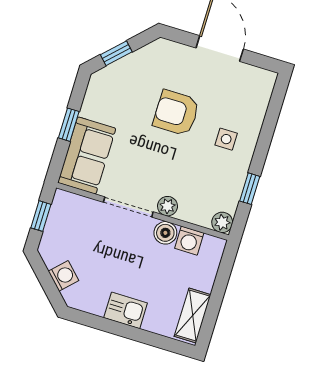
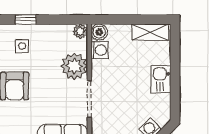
window: (250, 189) -> (26, 19), moved
plant: (167, 206) -> (74, 66), width x1.87, depth x1.87
boiler: (165, 233) -> (99, 32), moved

